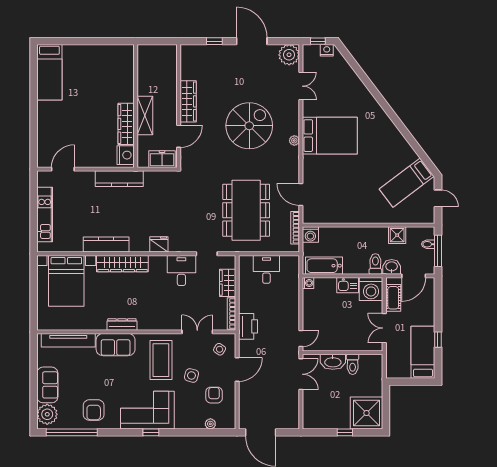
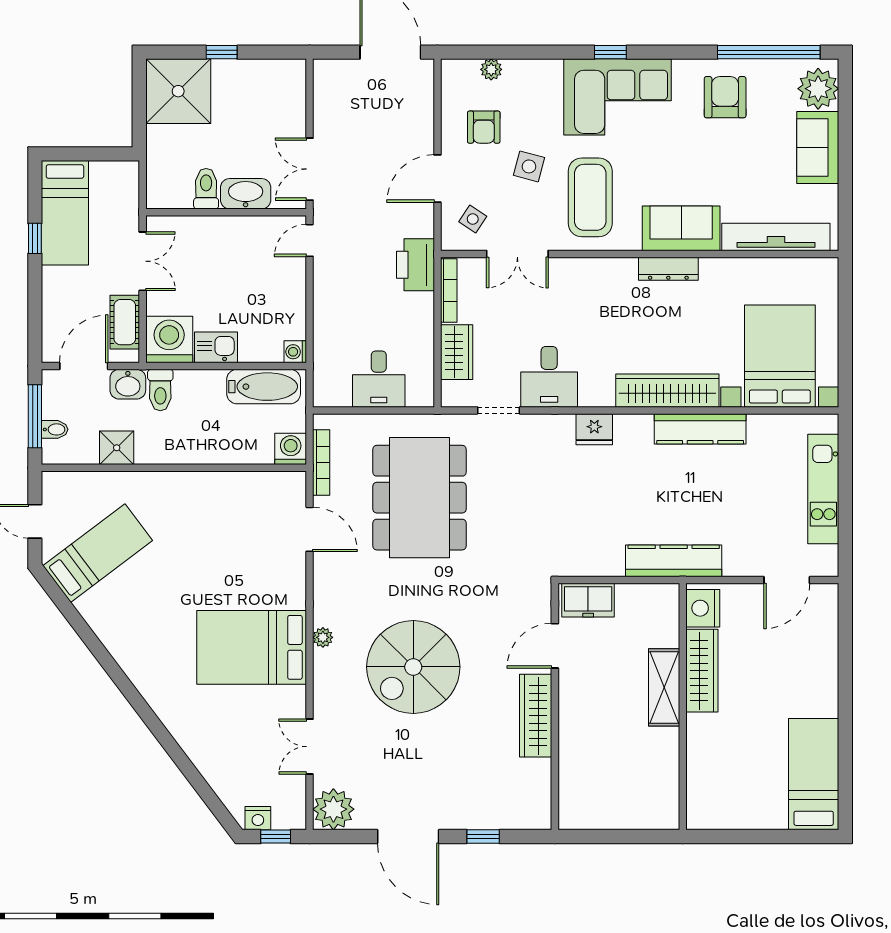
wall: (136, 106) -> (683, 707), moved
shelving: (145, 116) -> (664, 687), moved
wardrobe: (126, 124) -> (702, 671), moved
nightstand: (126, 155) -> (703, 608), moved

